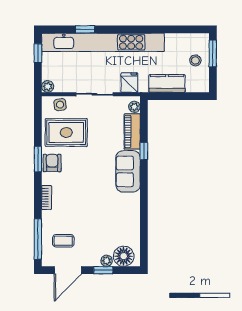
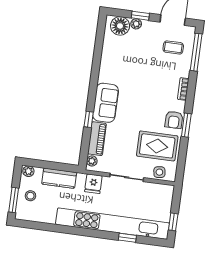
plant: (48, 86) -> (28, 171), moved

